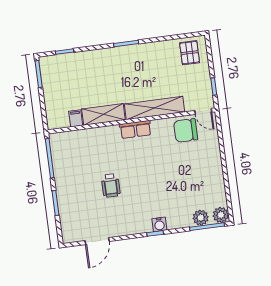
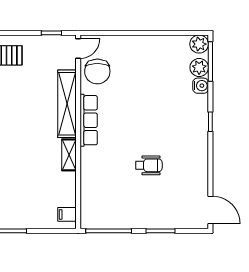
shelving: (103, 114) -> (69, 155), width x0.67, depth x0.75
filing cabinet: (76, 118) -> (67, 214), moved
row of seats: (135, 129) -> (89, 120), width x1.48
water cooler: (159, 224) -> (201, 86), moved
door: (97, 241) -> (210, 210), moved

